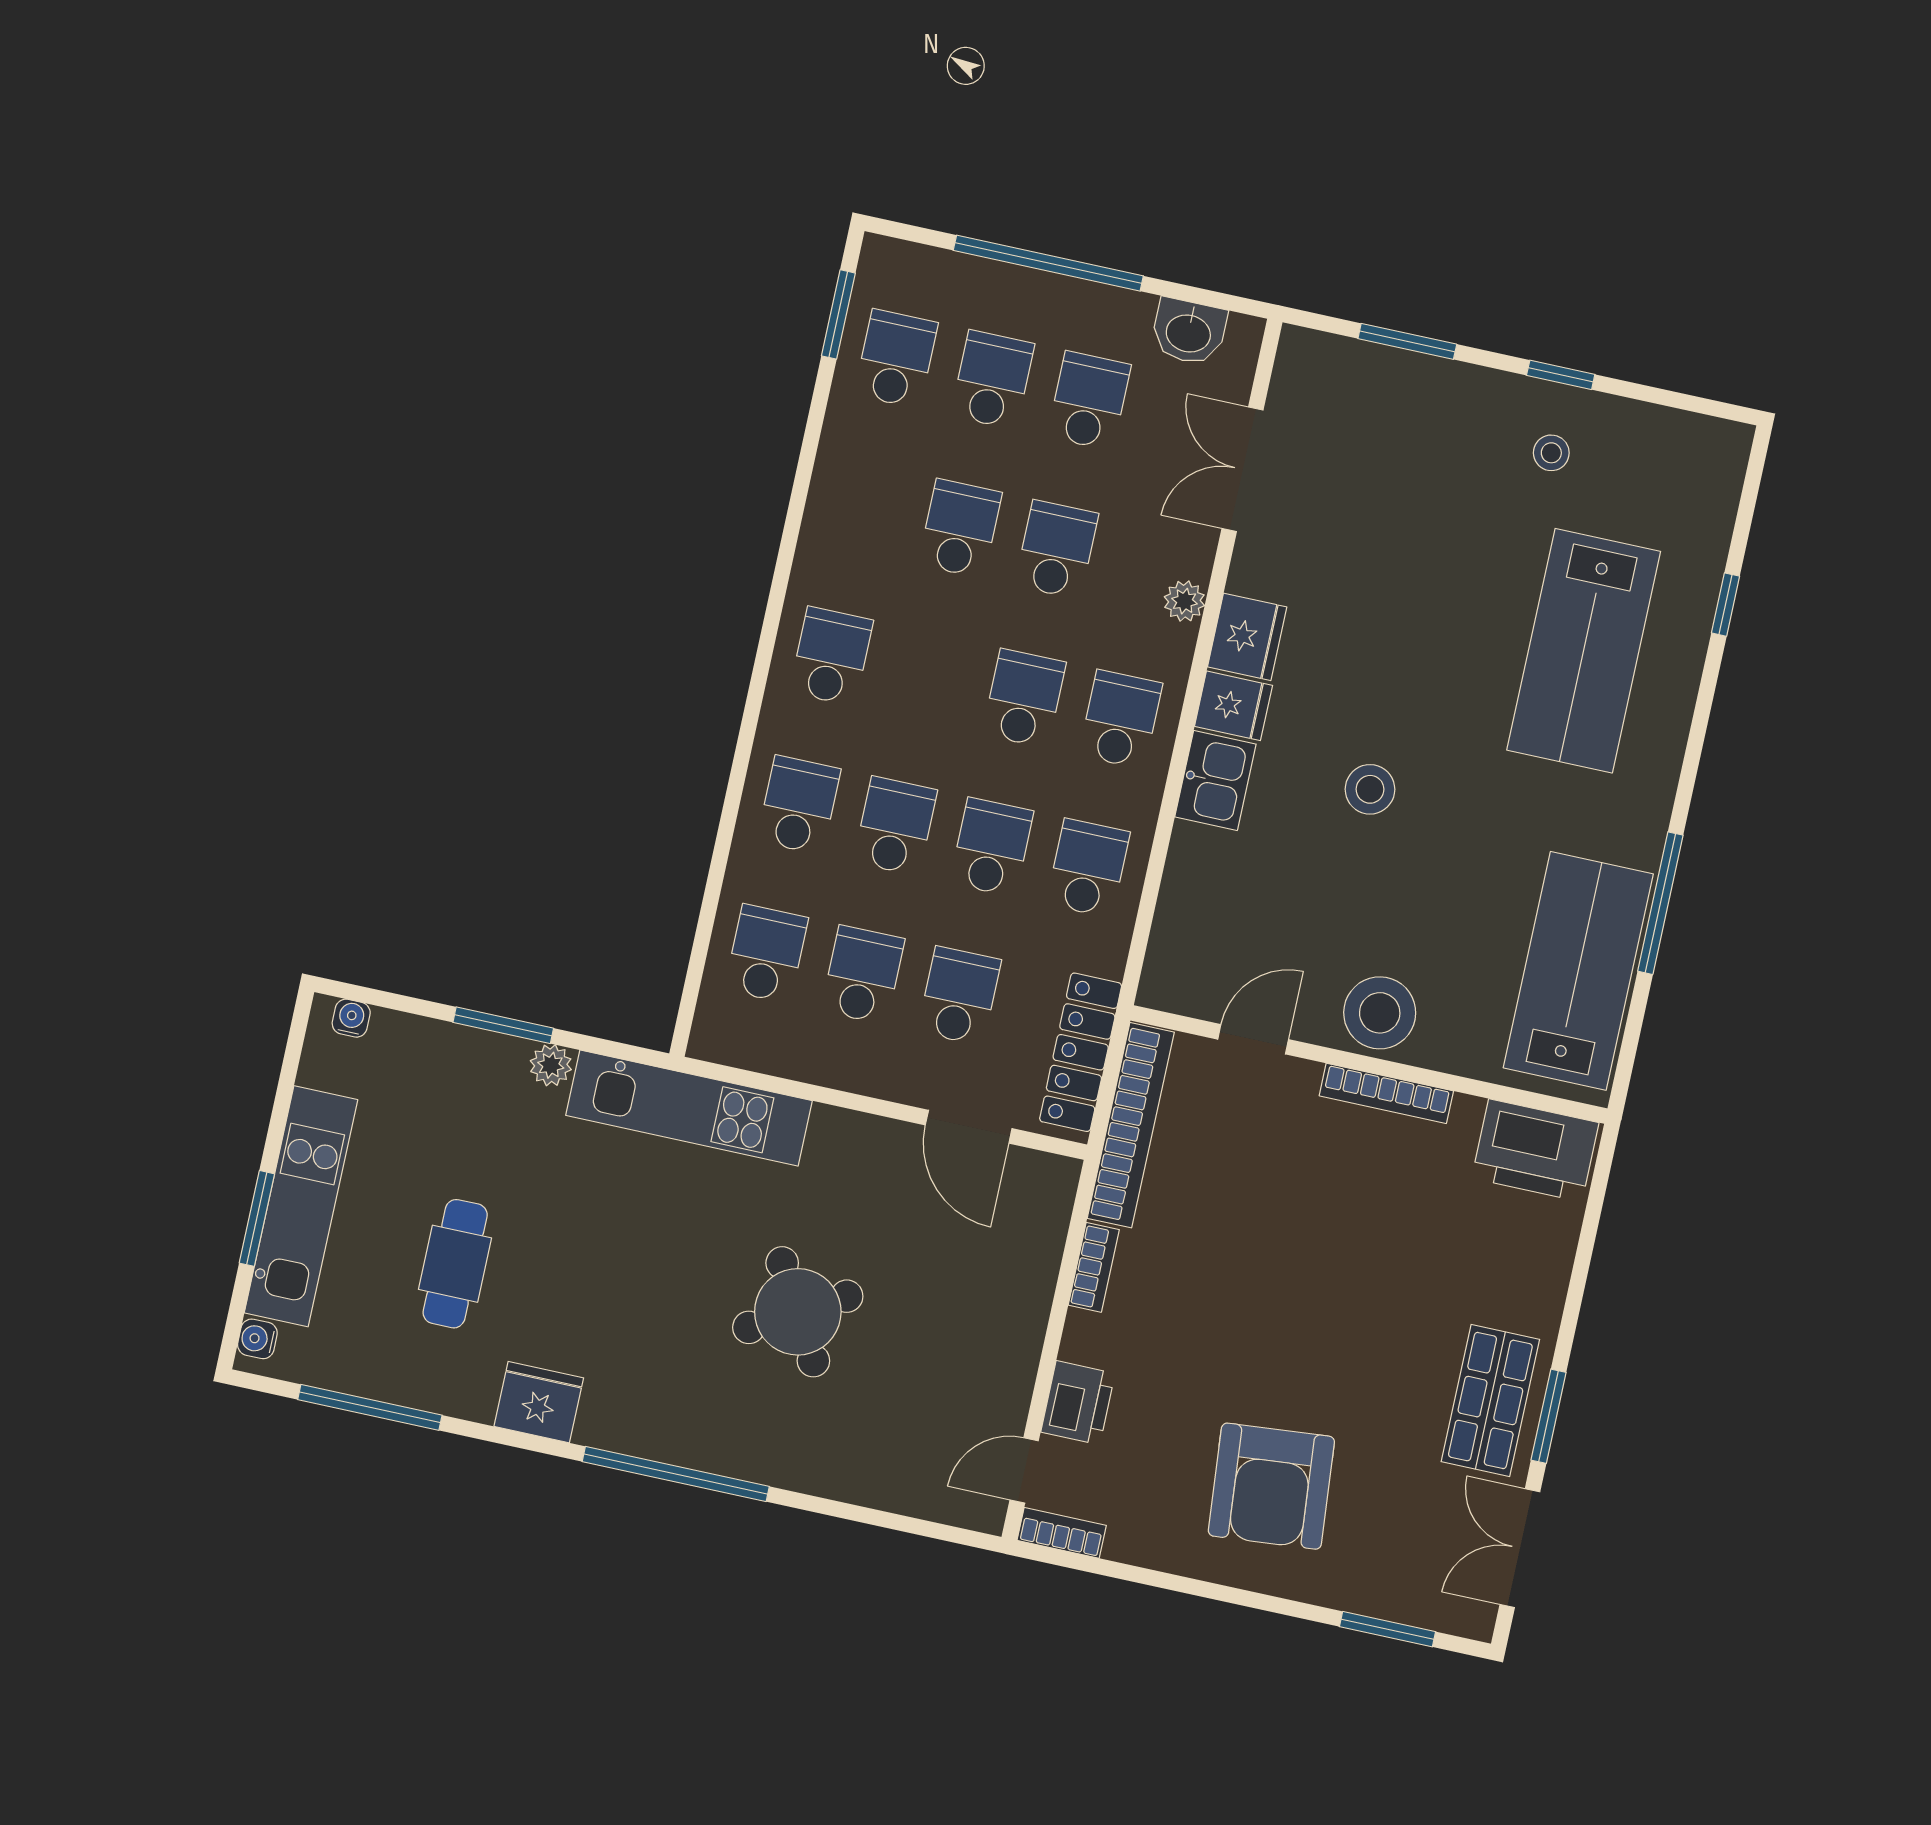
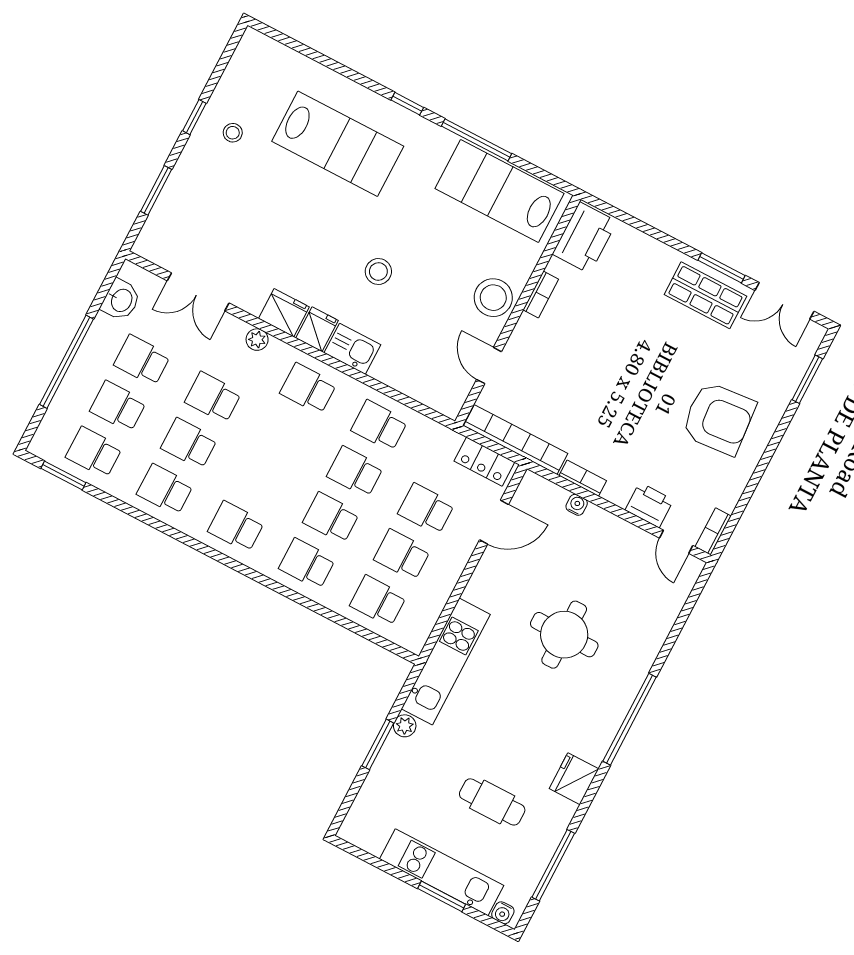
window: (1726, 605) -> (407, 104), moved
school desk: (1024, 698) -> (165, 489), moved
water cooler: (351, 1018) -> (577, 505), moved, turned 90
locker: (1081, 1052) -> (484, 462), width x0.66
bookcase: (1386, 1093) -> (541, 295), width x0.64
round table: (798, 1312) -> (564, 635), turned 30

